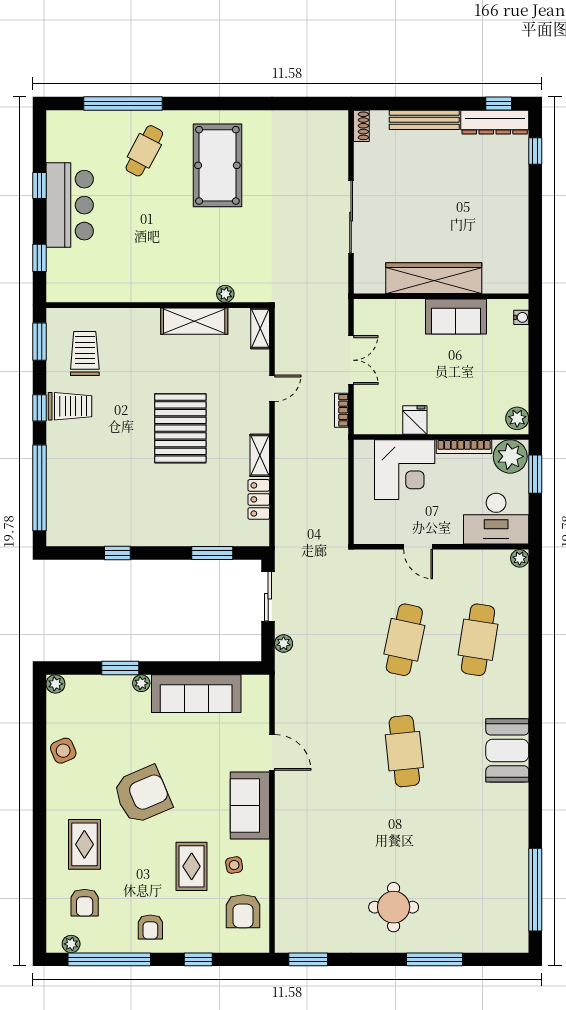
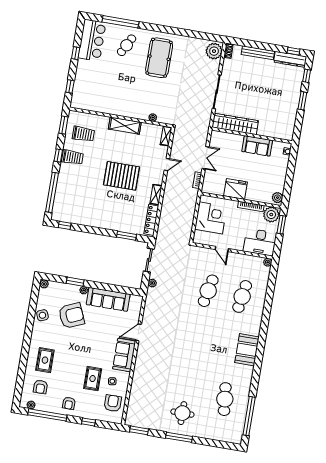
plant: (331, 132) -> (214, 51), added
bar counter: (70, 205) -> (92, 40), moved
window: (535, 205) -> (302, 101), added
wardrobe: (434, 278) -> (235, 124), moved
shelving: (194, 321) -> (125, 126), moved
trolley: (85, 353) -> (83, 134), turned 90
fridge: (415, 420) -> (235, 189), width x1.88, depth x1.34
pallet: (180, 428) -> (122, 176), turned 90
corner desk: (405, 470) -> (211, 218), moved, turned -90
locker: (259, 499) -> (151, 220), width x1.53
window: (117, 553) -> (65, 225), moved
cafe table: (404, 751) -> (225, 399), moved
door: (272, 752) -> (138, 332), swing flipped
armchair: (142, 795) -> (71, 316), moved
armchair: (243, 911) -> (113, 403), turned 180
window: (435, 959) -> (179, 437), moved

